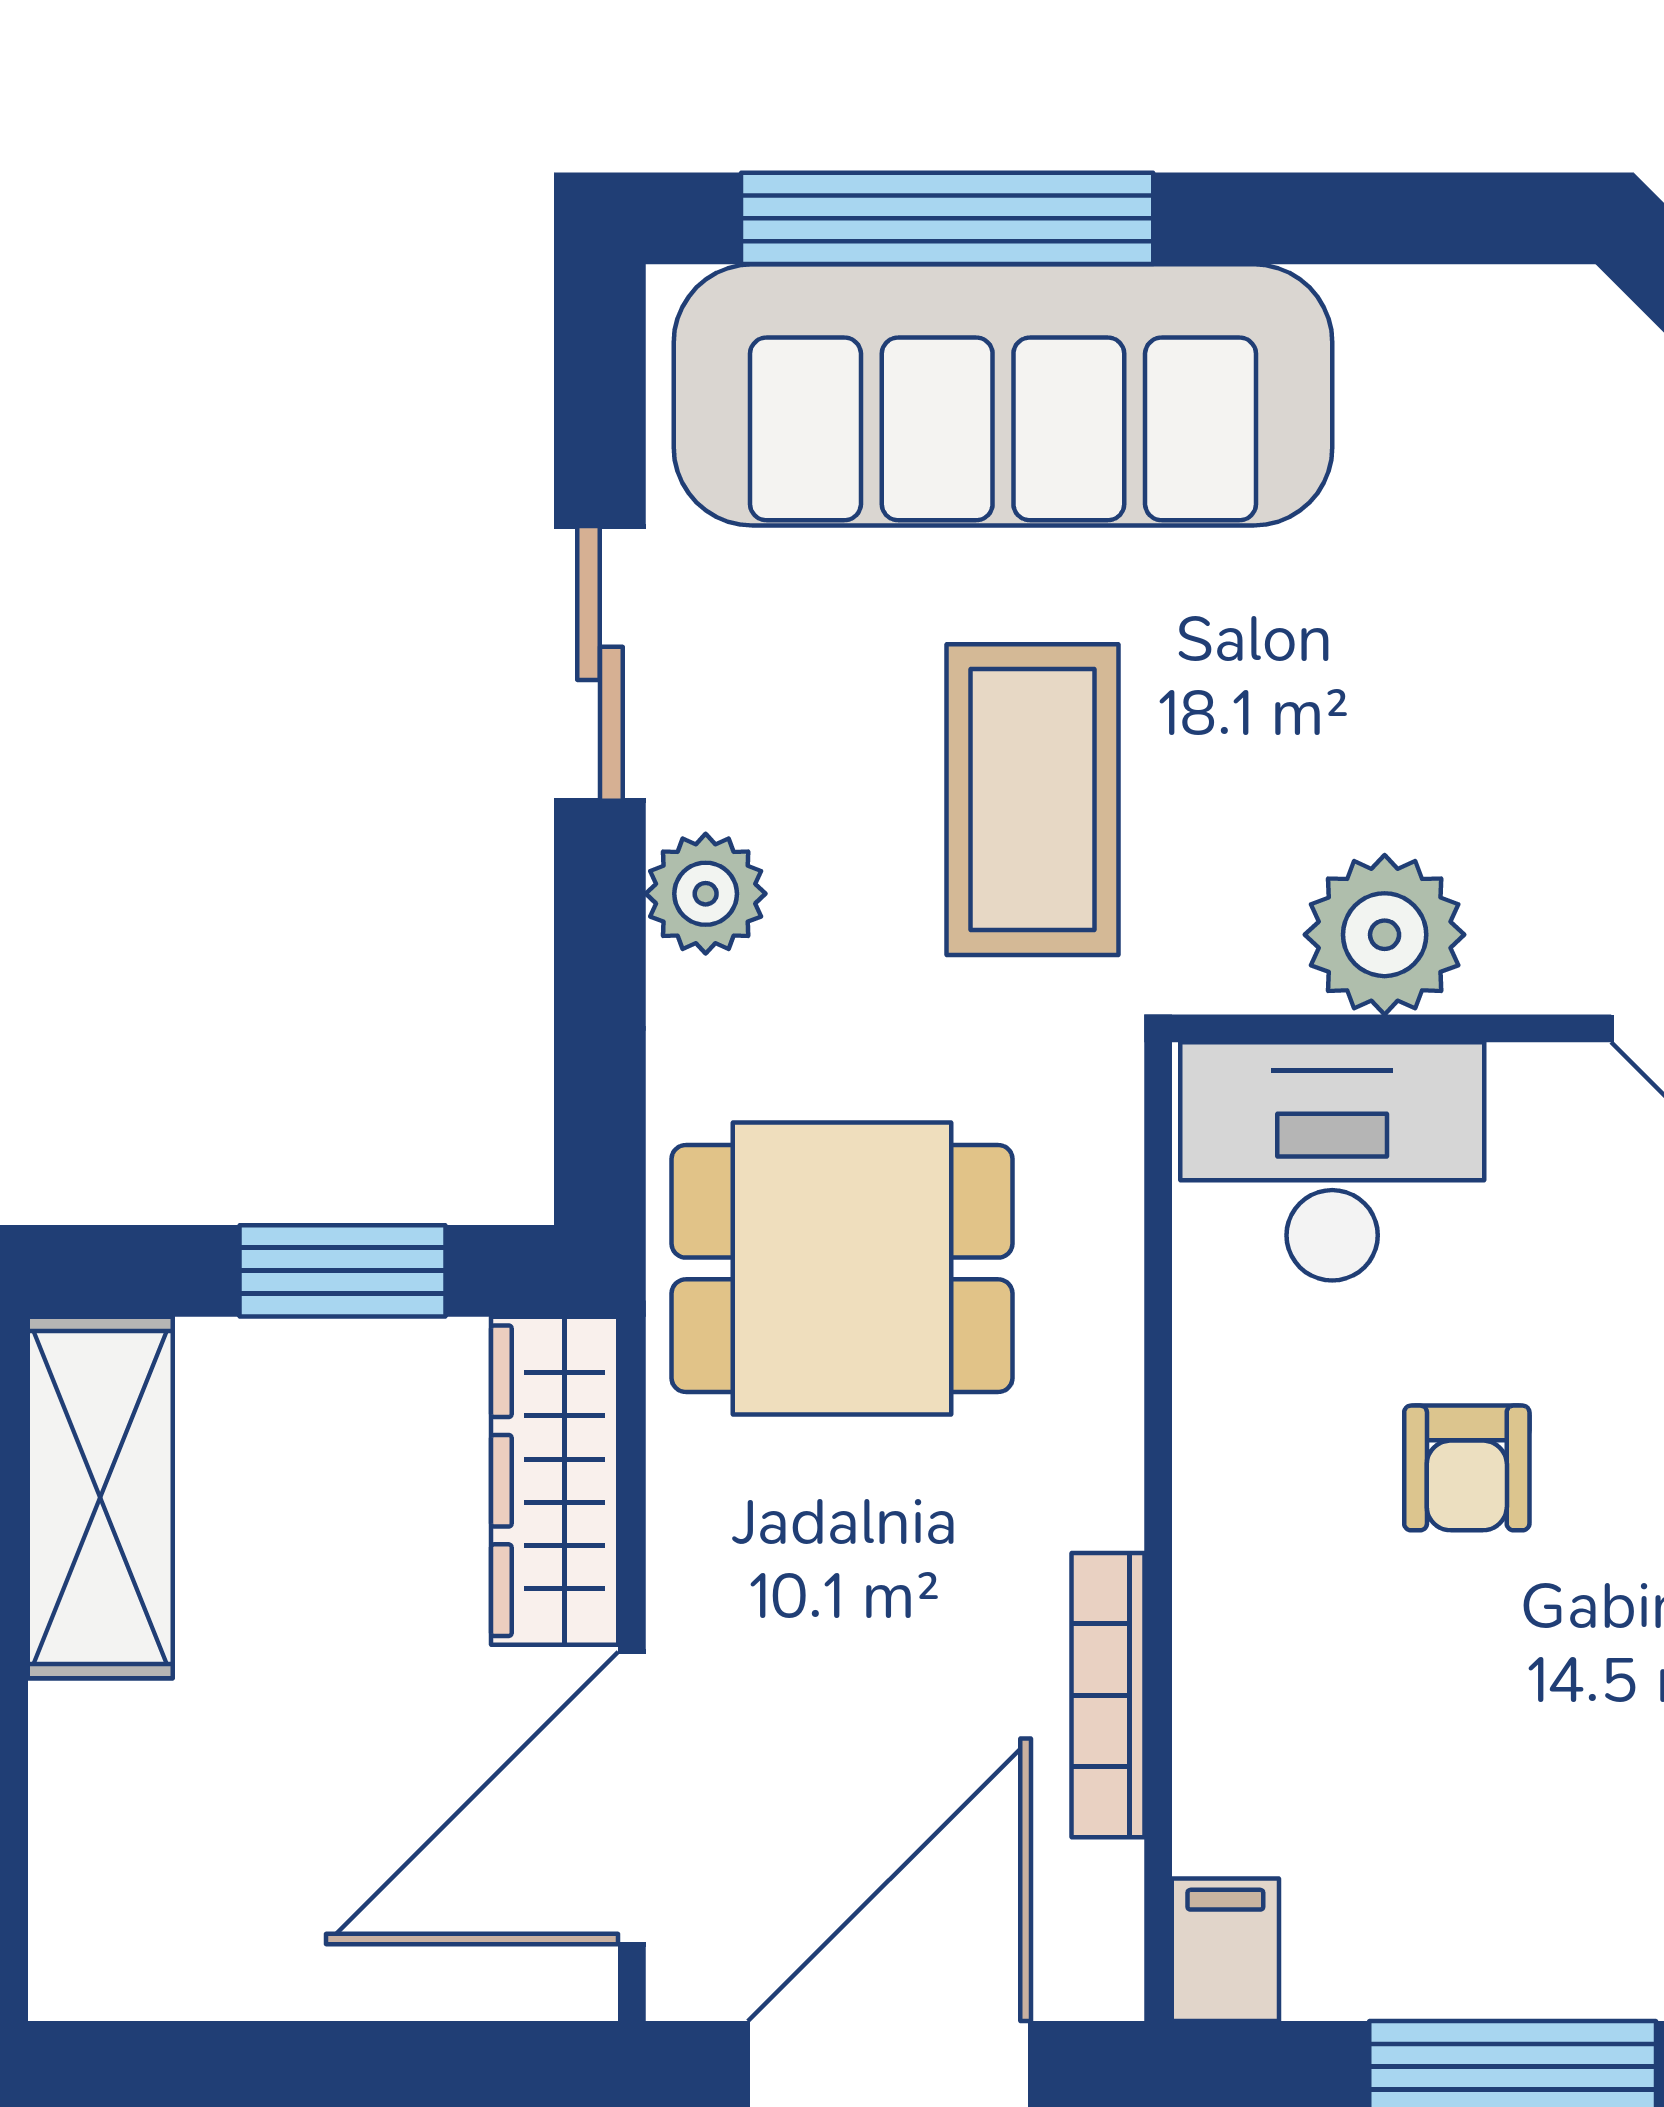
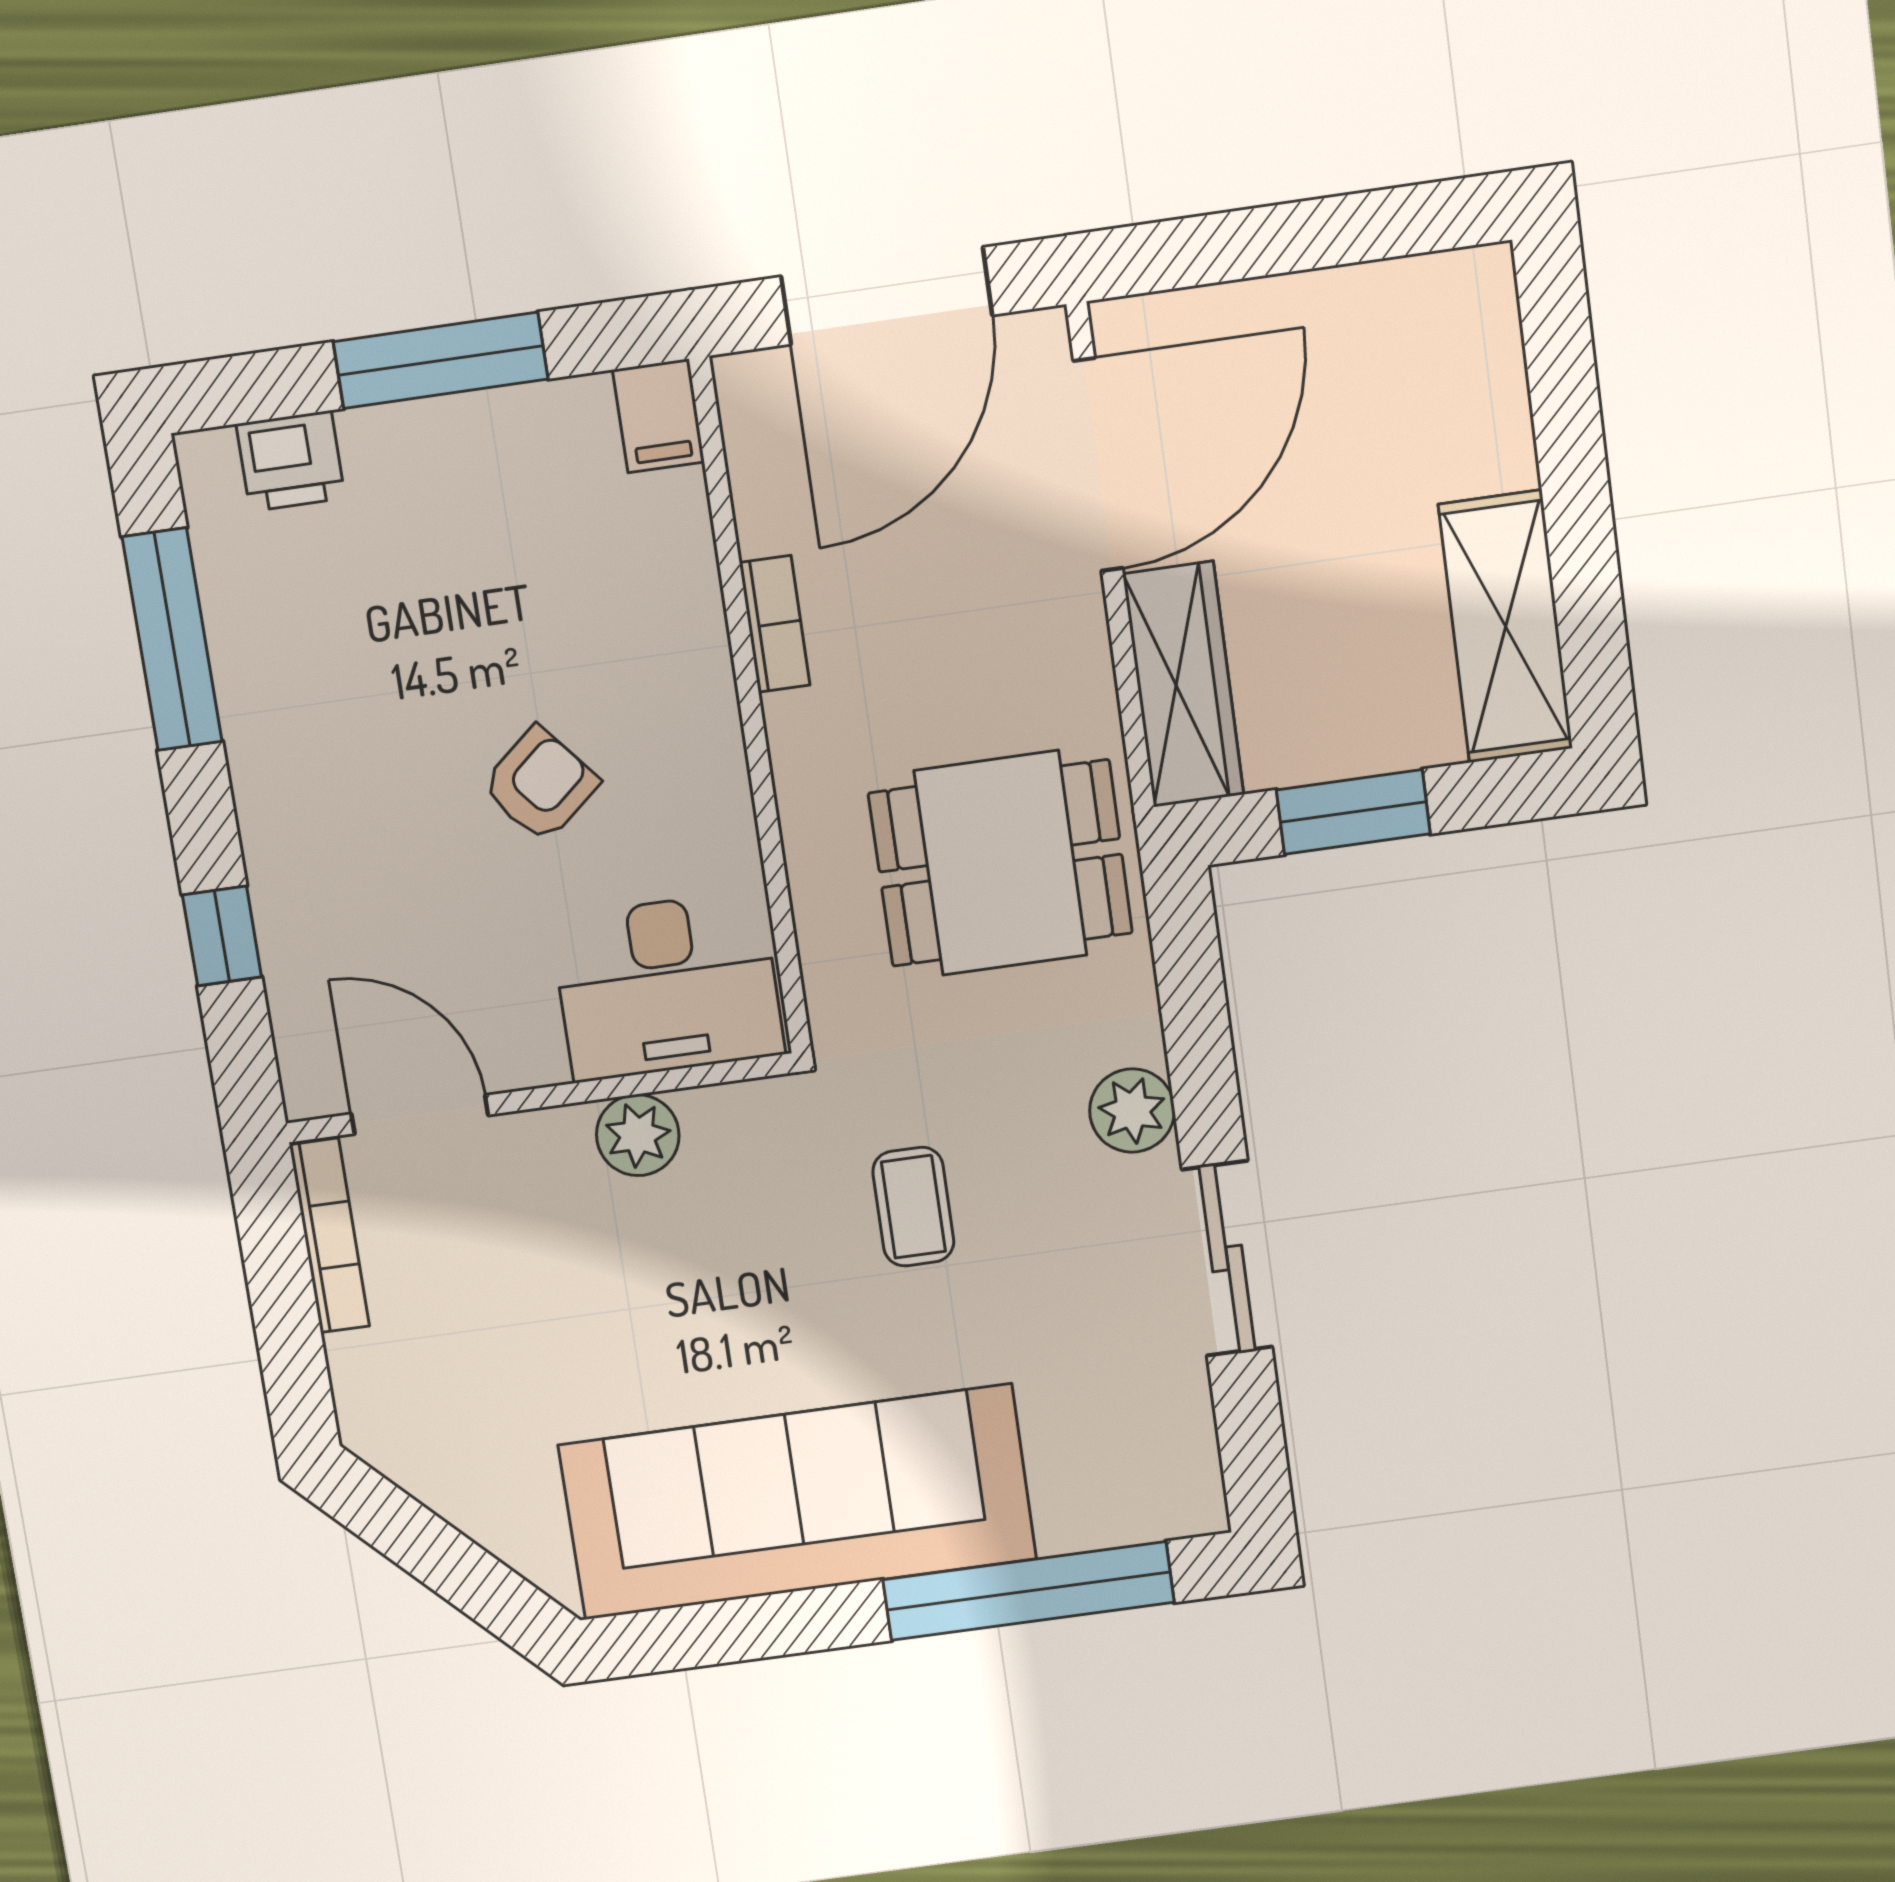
sofa: (1003, 395) -> (798, 1502), moved
coffee table: (1032, 800) -> (913, 1207), width x0.54, depth x0.58
plant: (1385, 935) -> (638, 1135), width x0.73, depth x0.73
armchair: (1467, 1468) -> (540, 785), turned 50
bookcase: (1108, 1695) -> (775, 624), width x0.64

